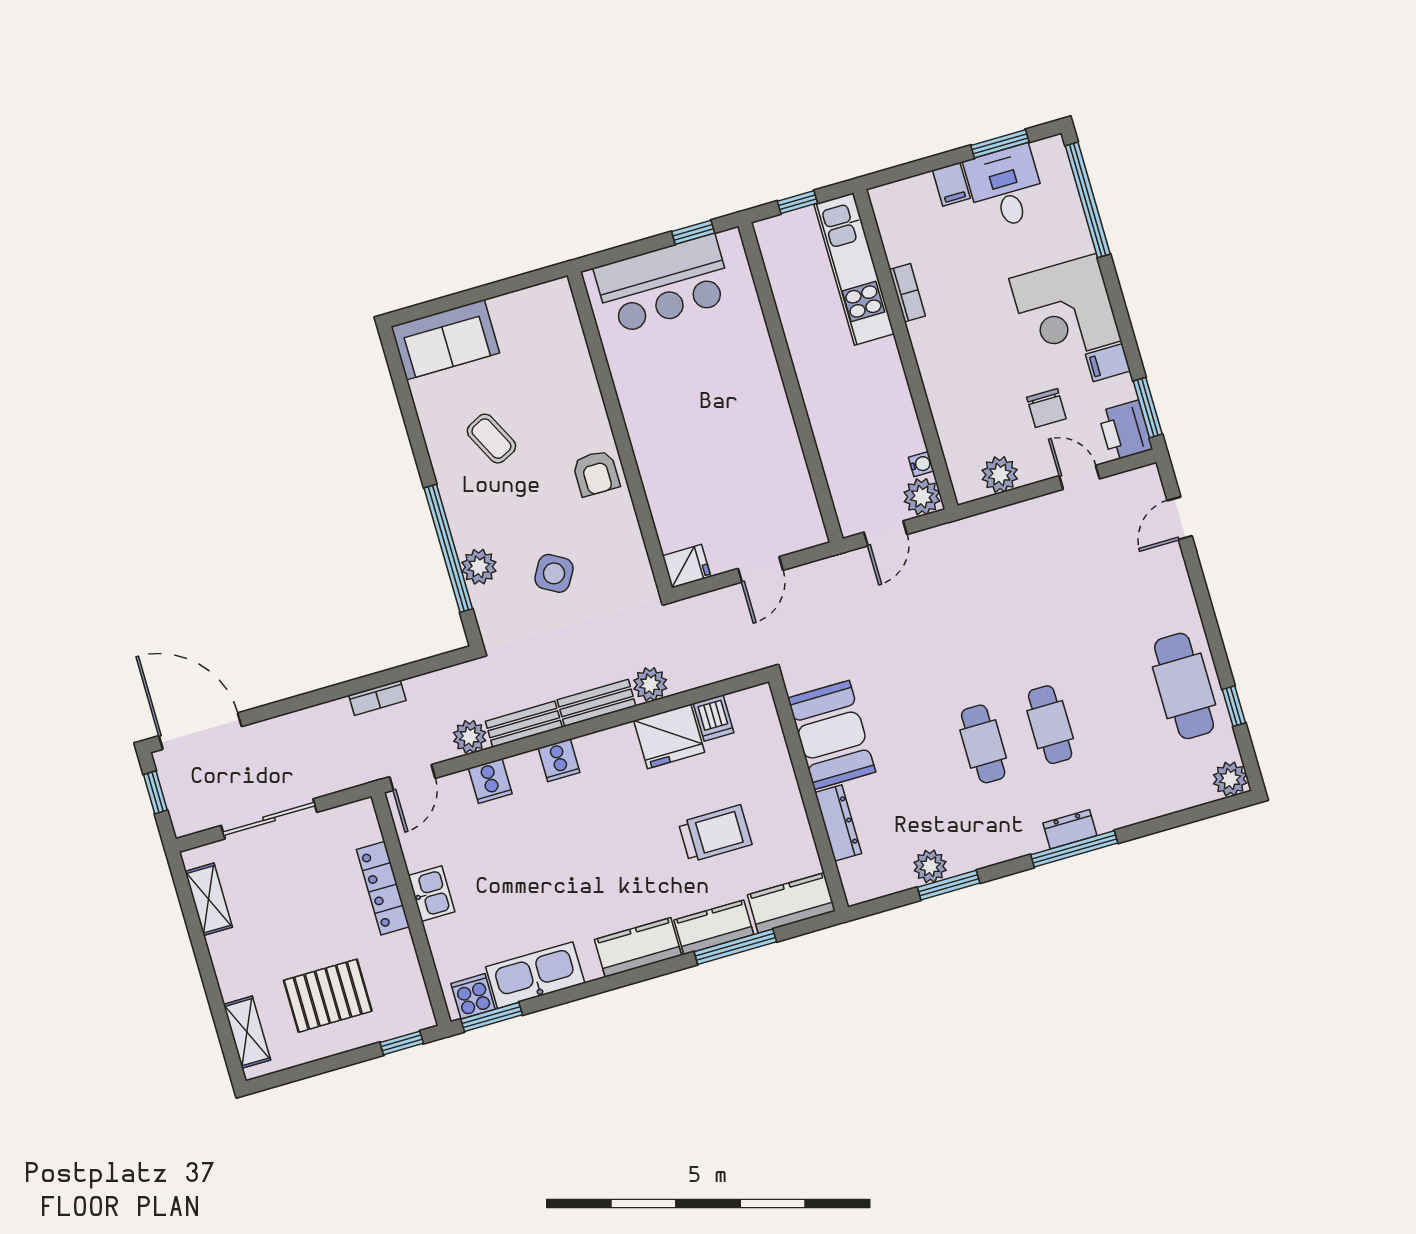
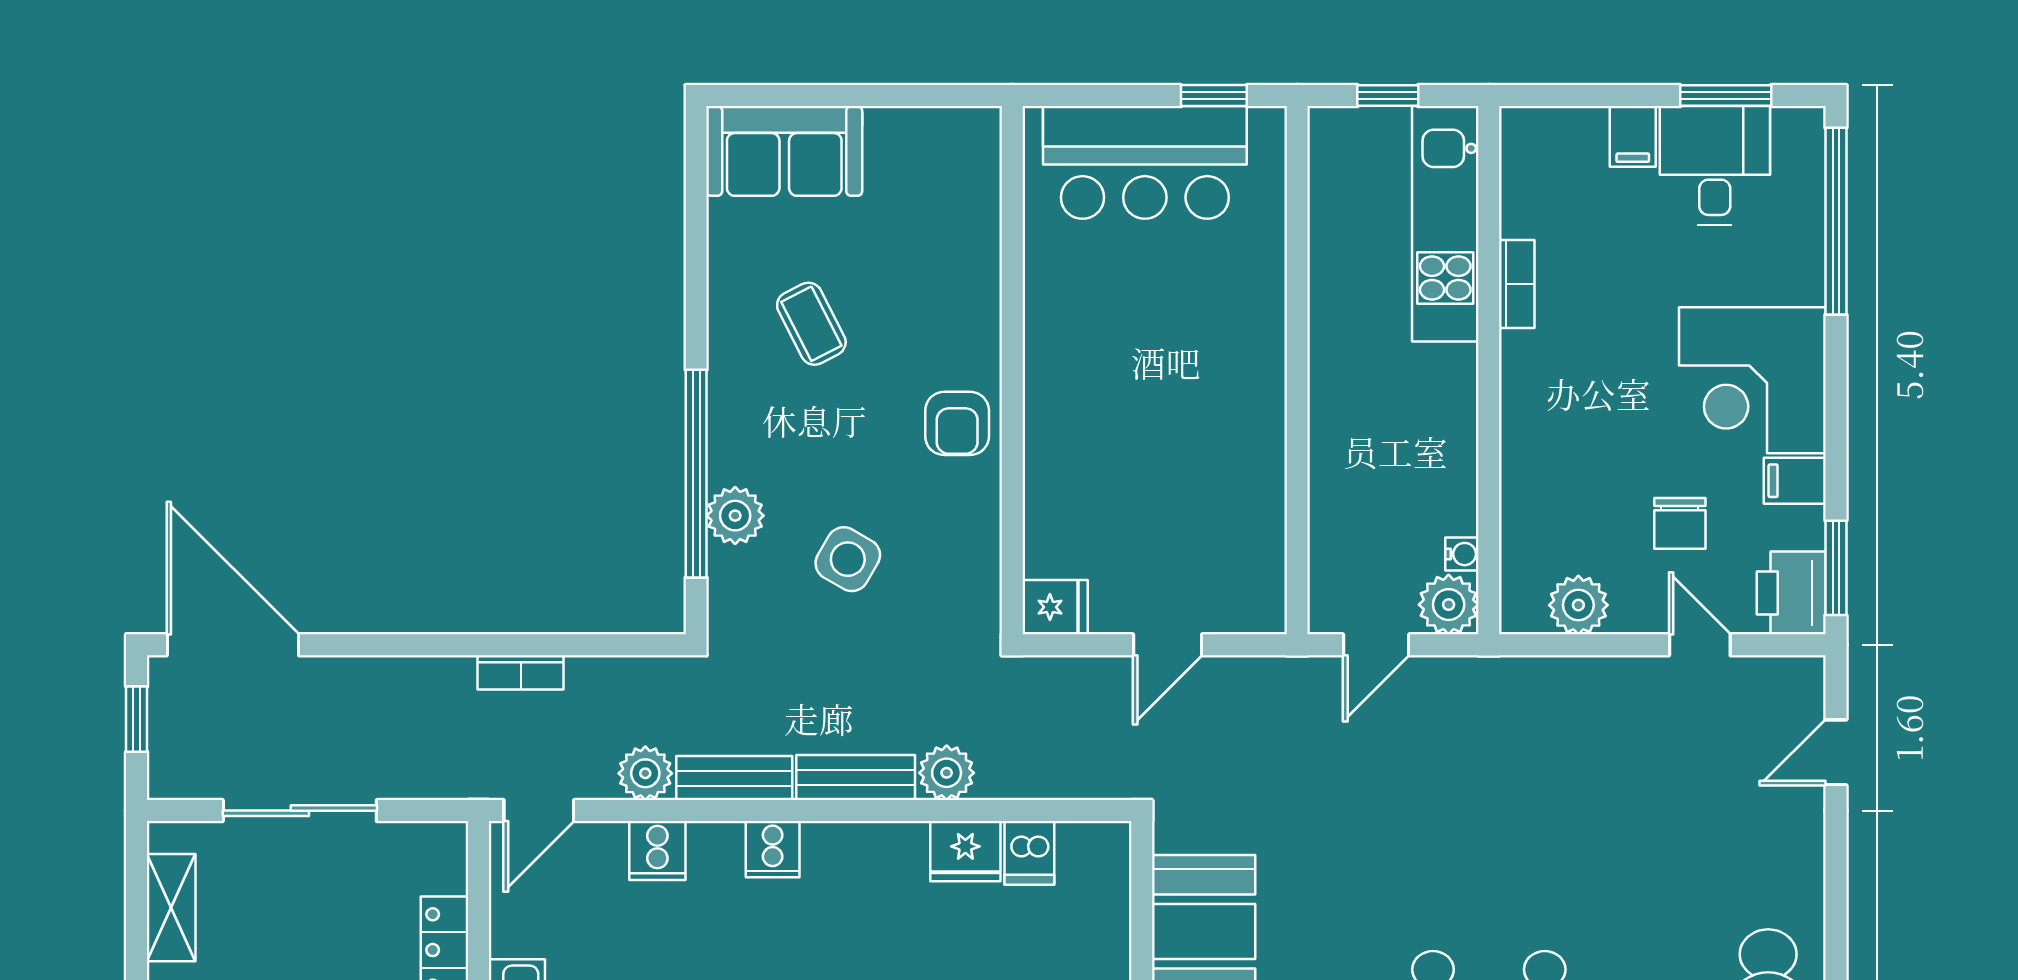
fridge: (669, 736) -> (965, 851), width x0.73, depth x0.75

